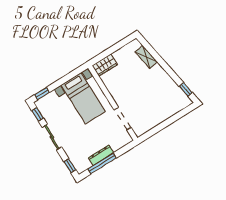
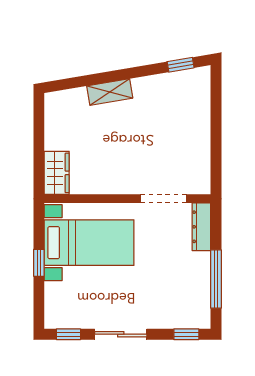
shelving: (146, 57) -> (110, 92), moved
window: (42, 94) -> (39, 263), moved
dresser: (101, 155) -> (201, 227), moved

